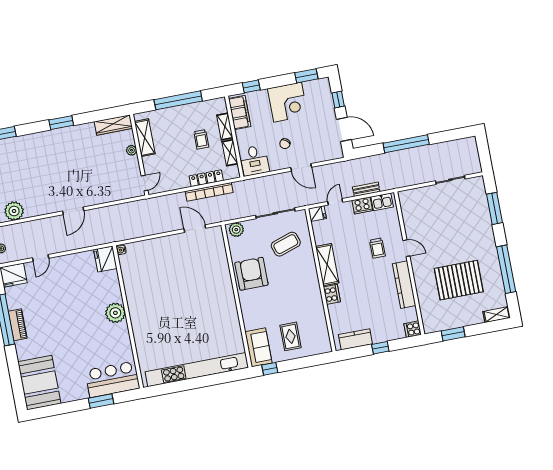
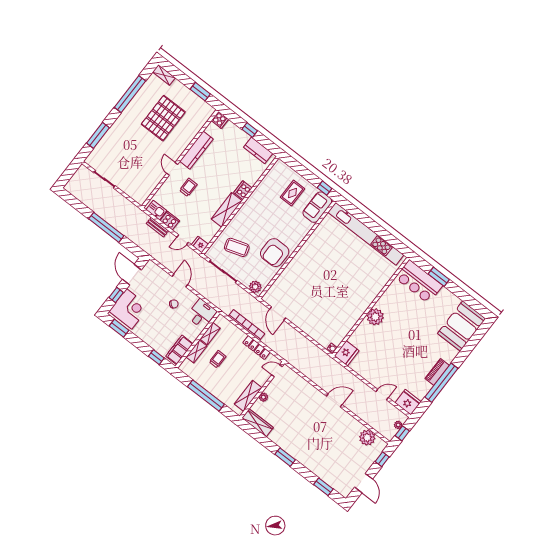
corner desk: (288, 102) -> (129, 309), moved, turned 90
locker: (206, 178) -> (256, 348), moved
pallet: (459, 280) -> (163, 118), turned 90

